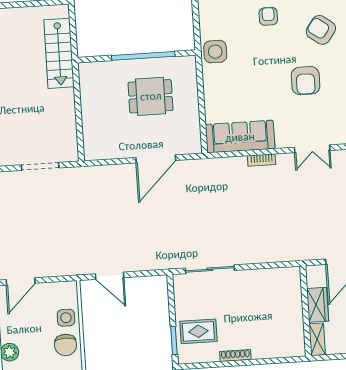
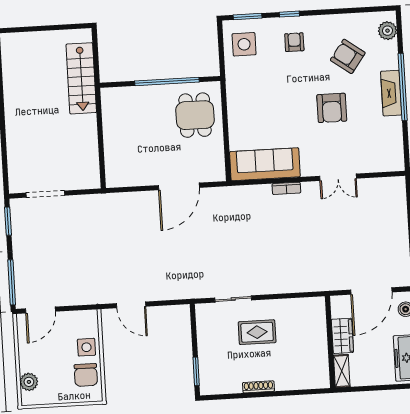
side table: (215, 52) -> (244, 44), moved
dining table: (151, 96) -> (195, 115), moved, turned 90
doorway: (40, 166) -> (45, 194), moved
sliding door: (210, 269) -> (233, 299), width x0.73
rug: (198, 331) -> (257, 332), moved

